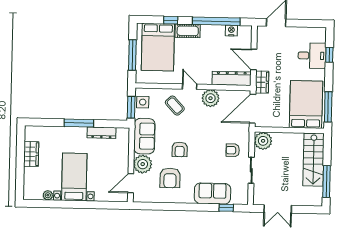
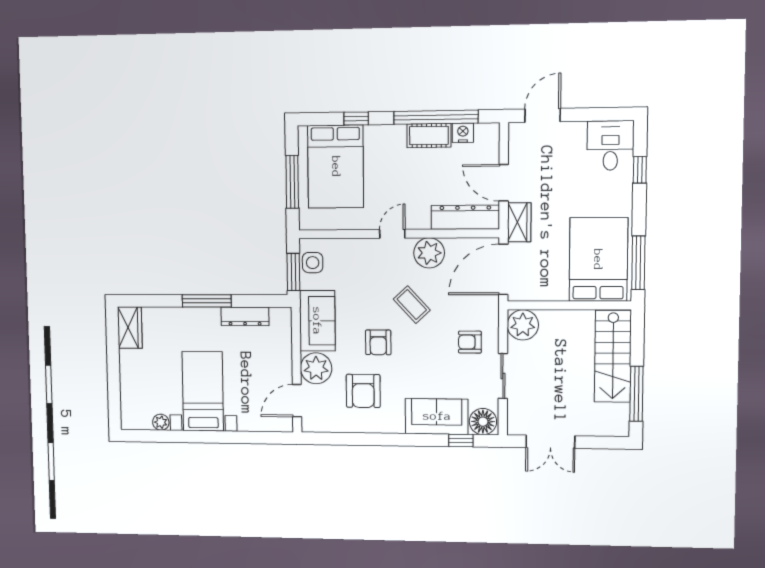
cot: (188, 31) -> (429, 136), moved
desk: (312, 56) -> (610, 145), moved, turned -90
door: (190, 87) -> (392, 234), hinge flipped
coffee table: (175, 106) -> (412, 305), moved
wardrobe: (31, 154) -> (130, 328), moved
floor lamp: (239, 197) -> (483, 422), added

